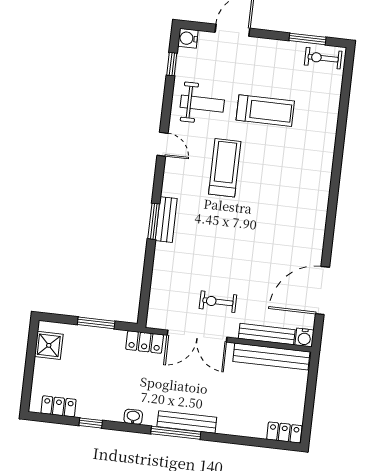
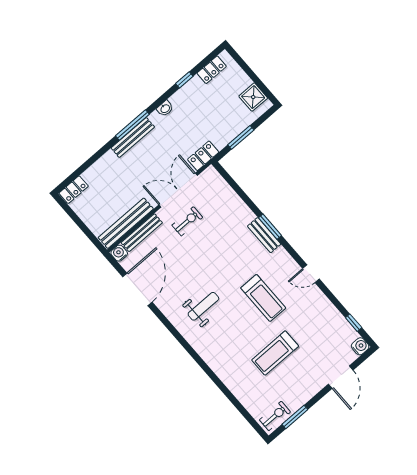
weight bench: (202, 104) -> (203, 306), moved, turned 180

